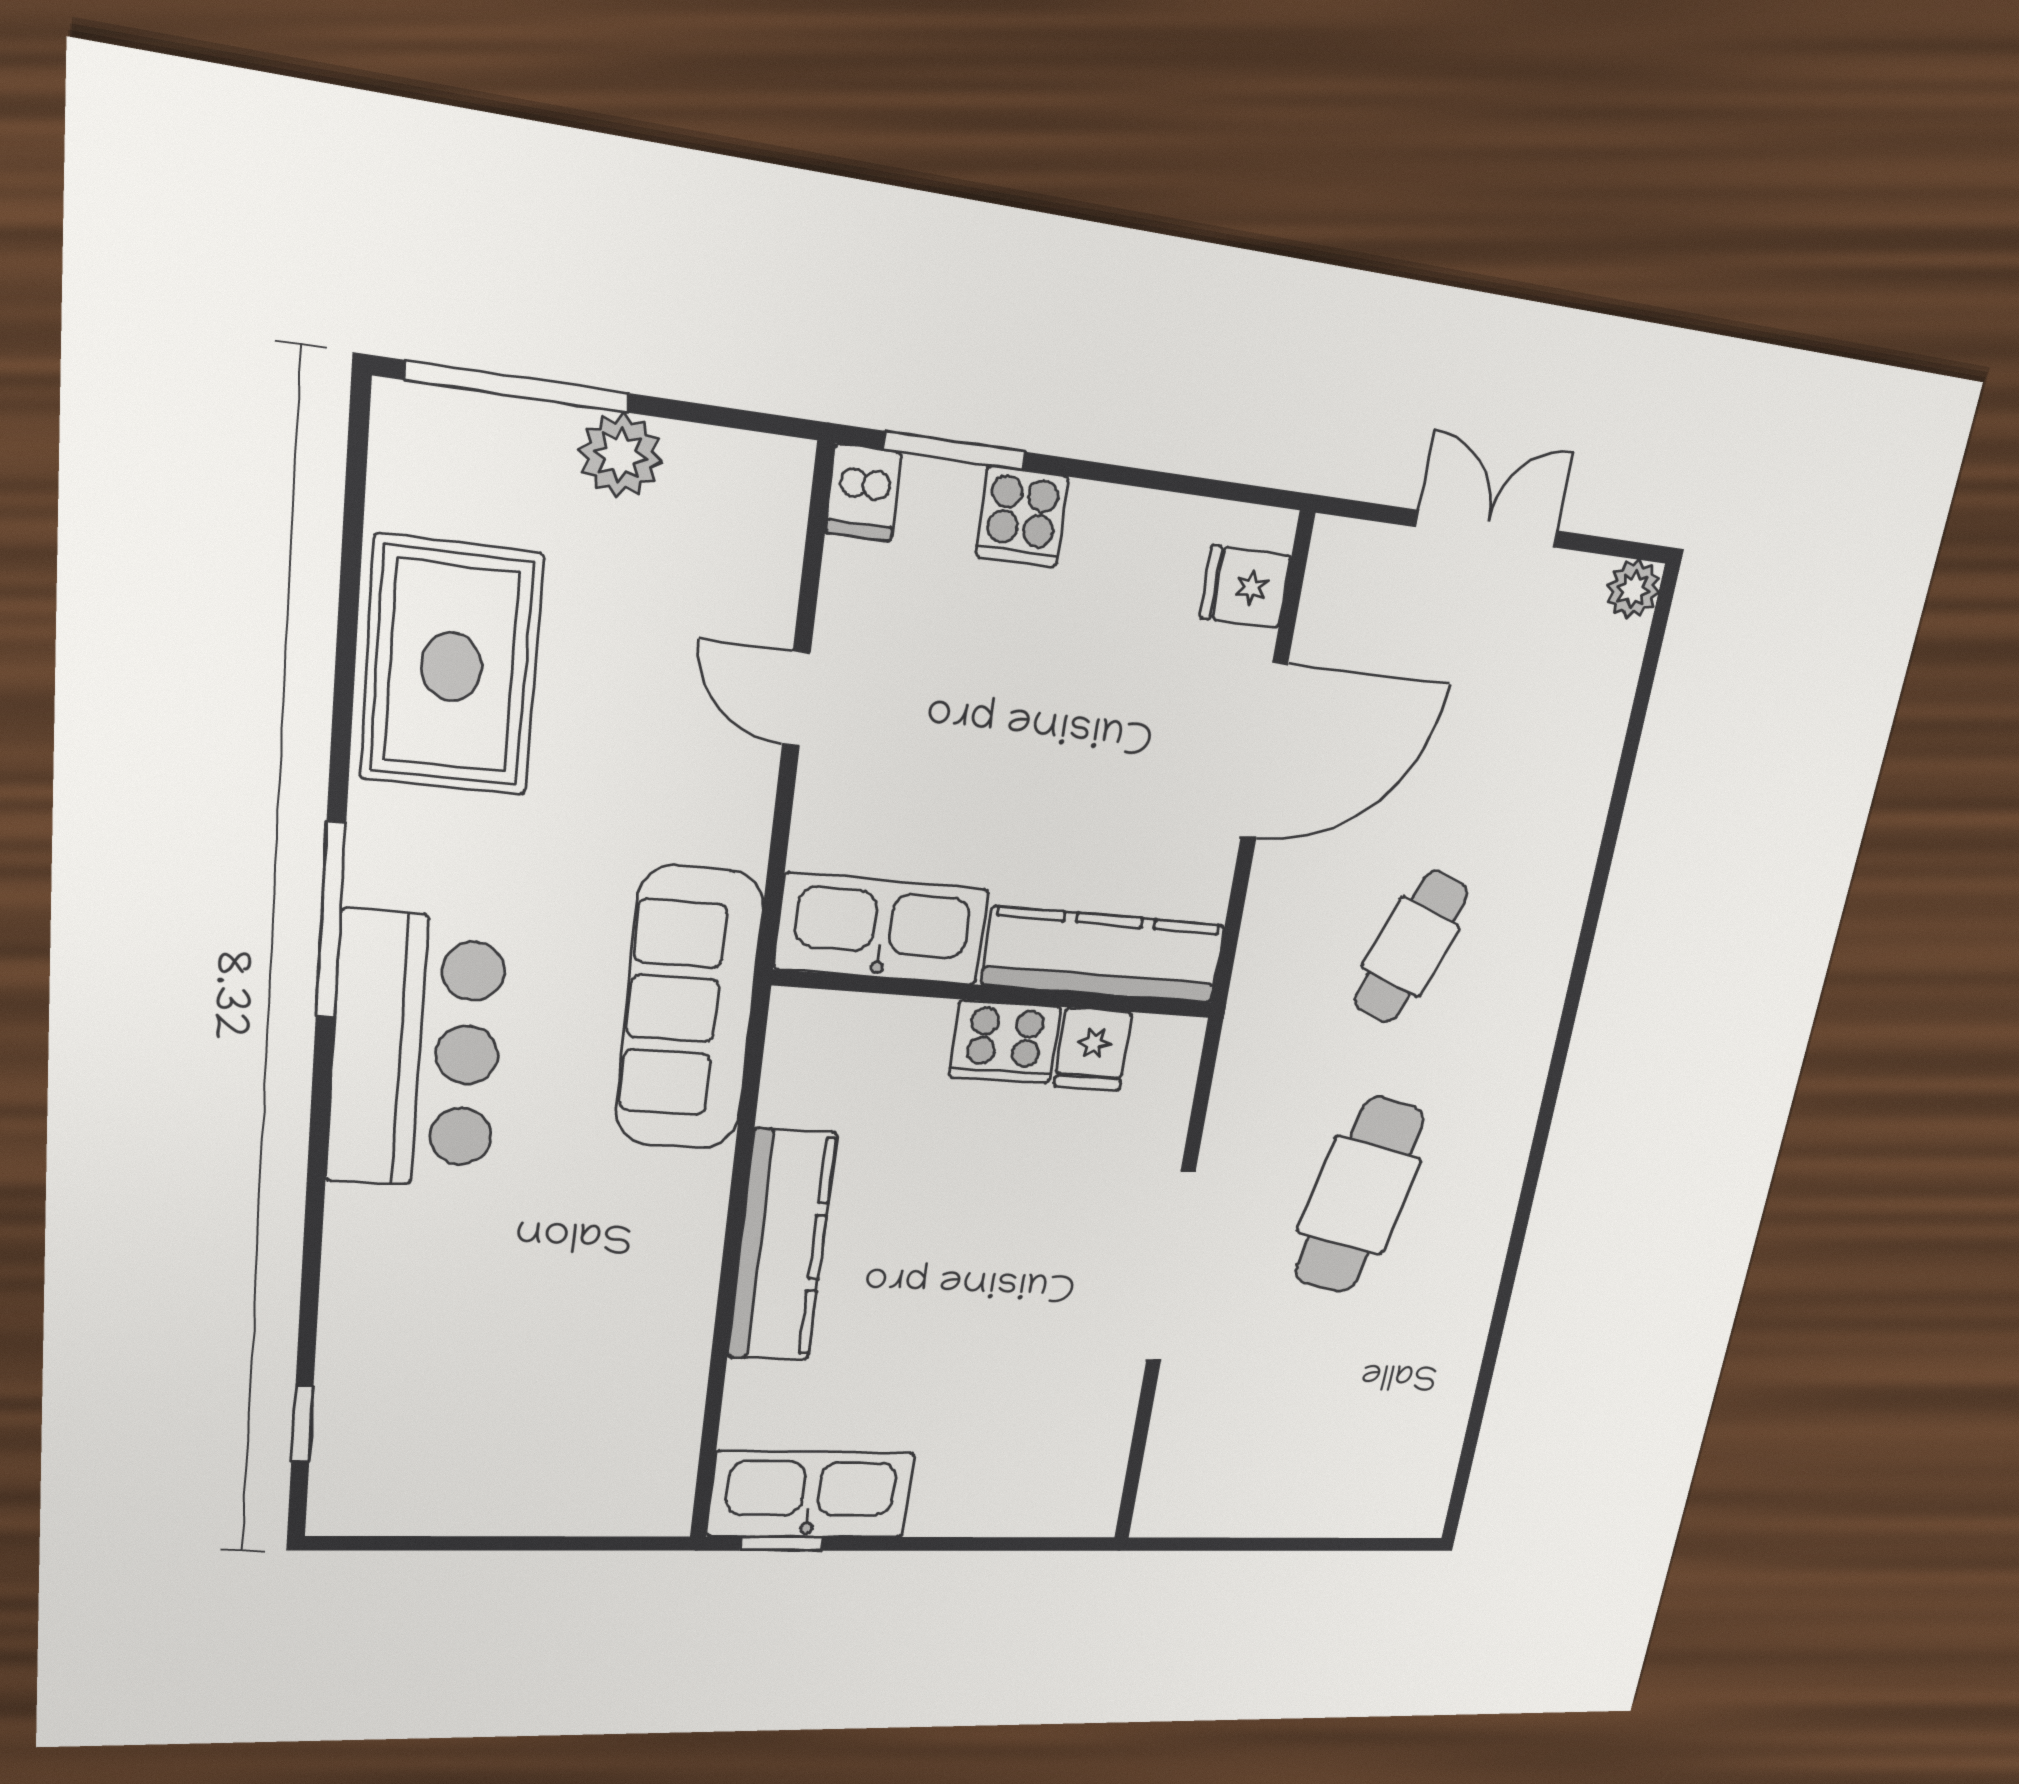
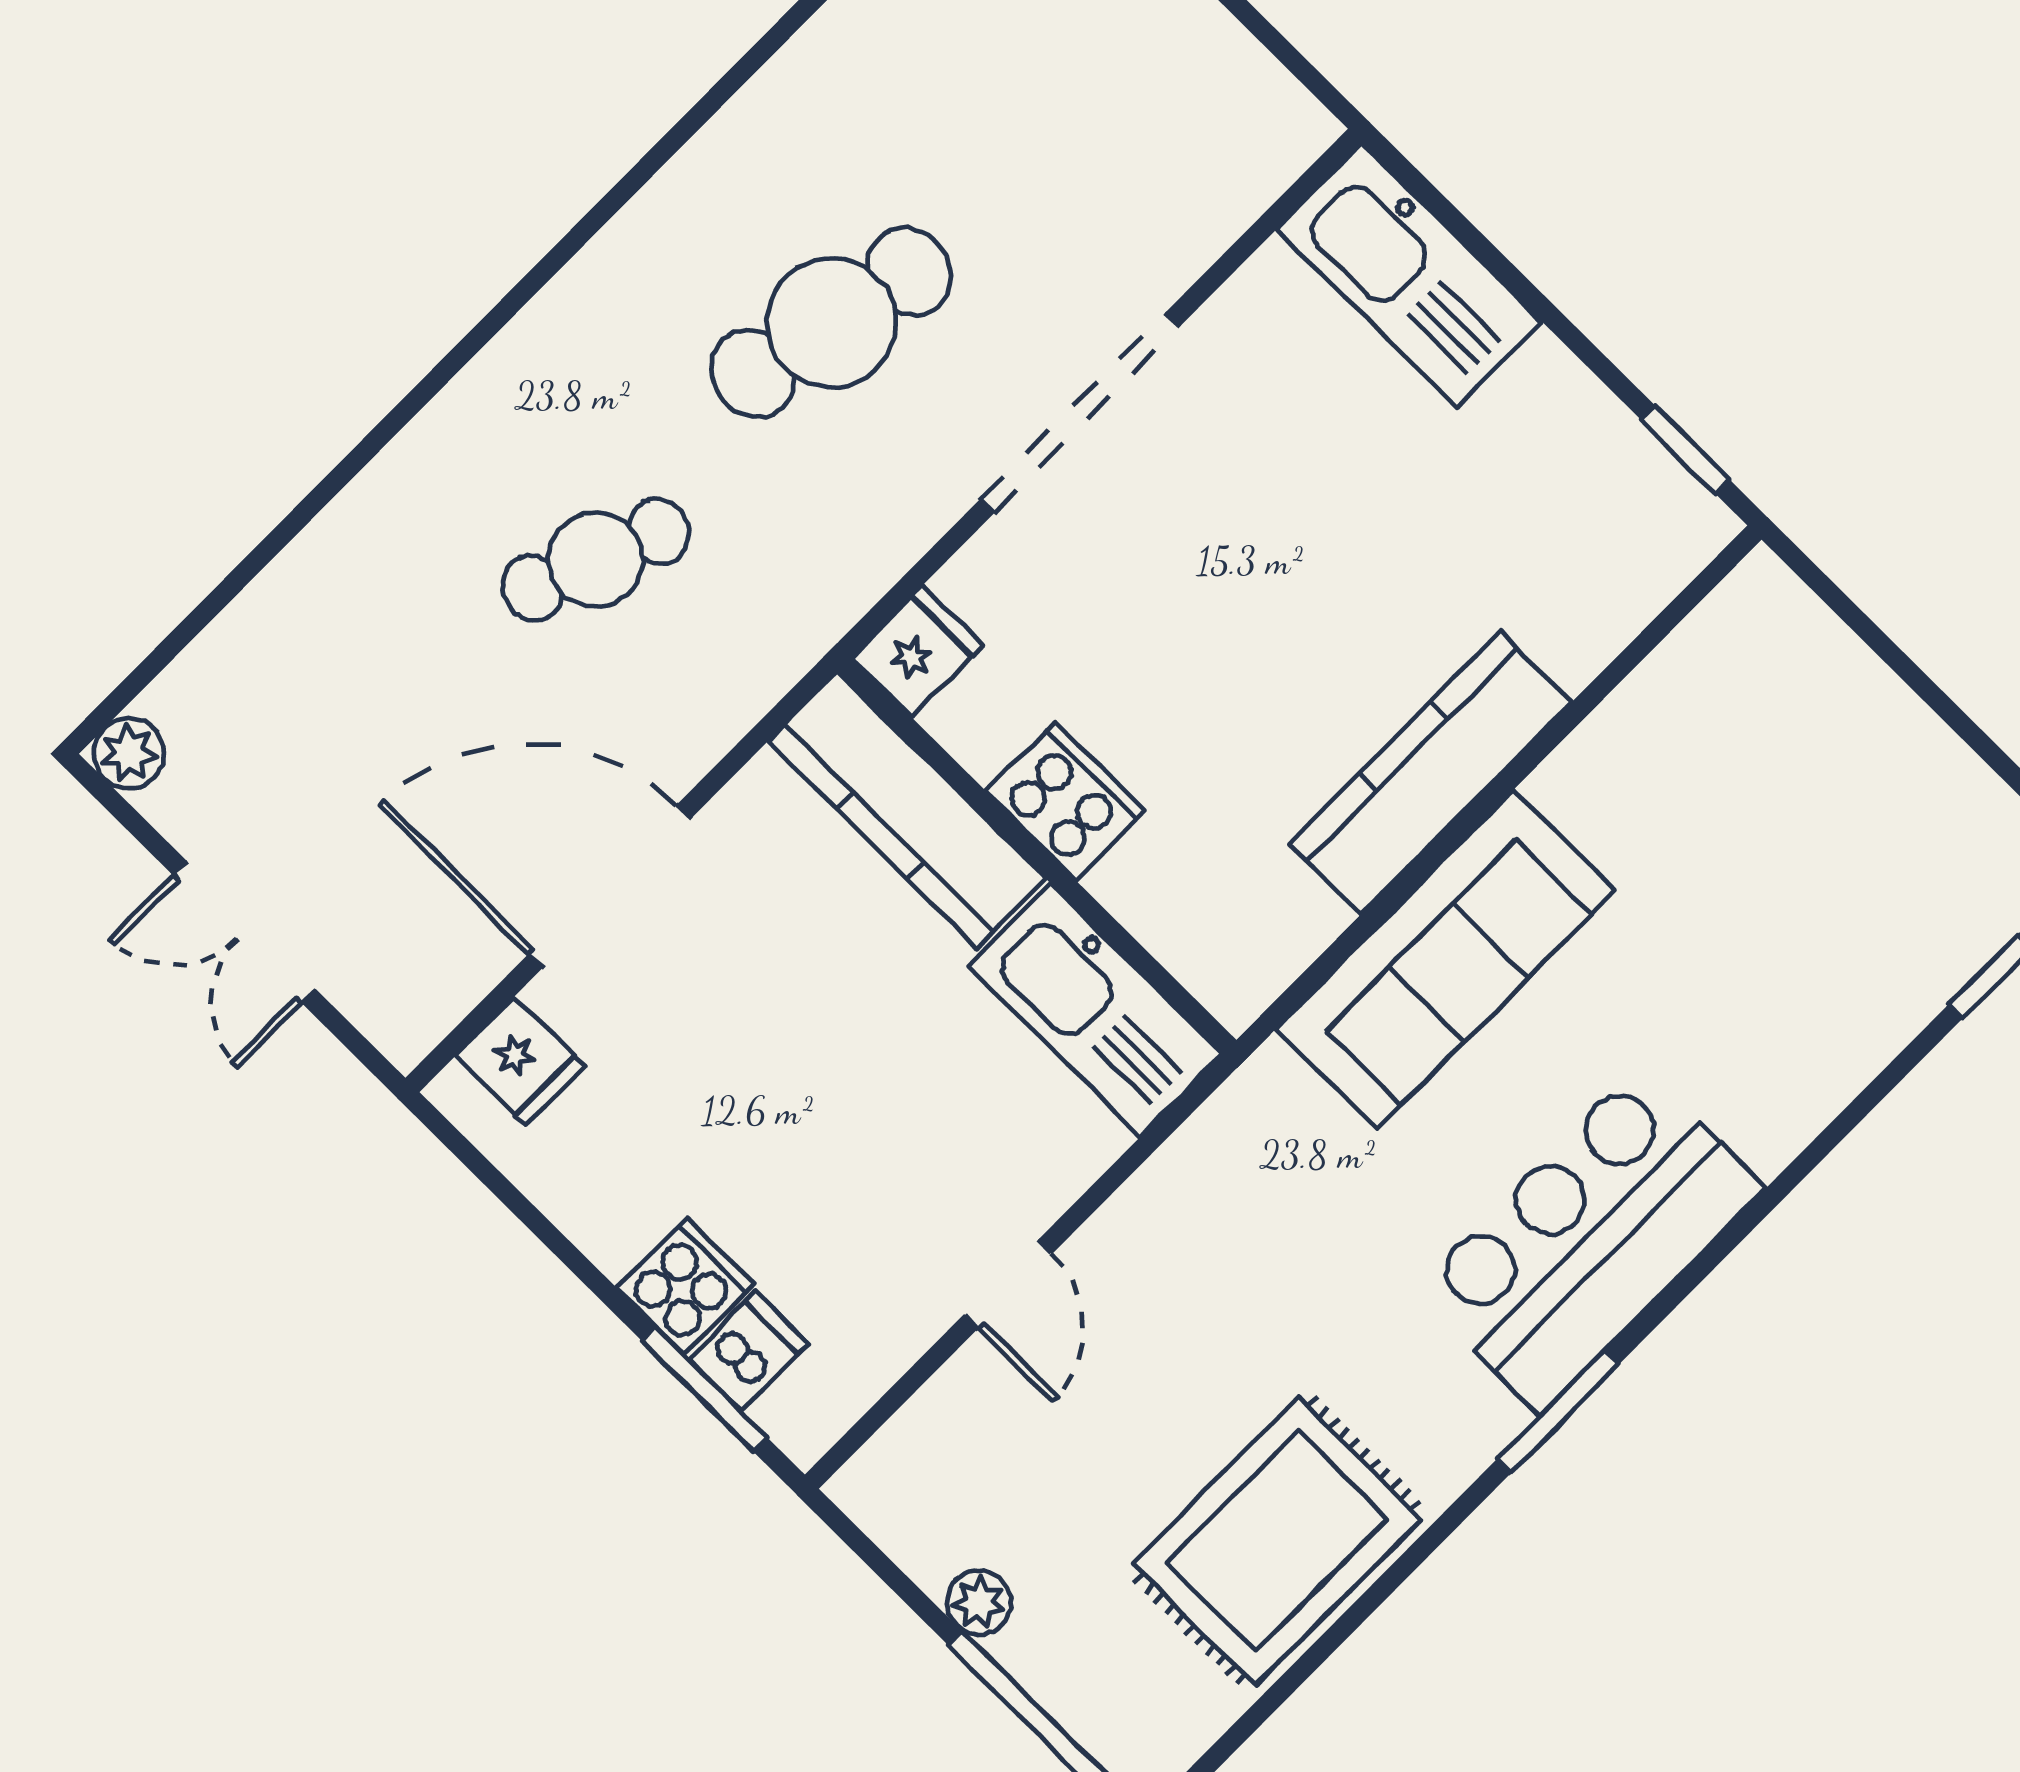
plant: (620, 455) -> (979, 1603), width x0.73, depth x0.73
dishwasher: (863, 493) -> (749, 1351), moved
window: (331, 920) -> (1558, 1412), width x0.69
sofa: (689, 1009) -> (1445, 960), moved
fridge: (1093, 1049) -> (917, 651), moved
kitchen sink: (811, 1494) -> (1409, 275), moved

